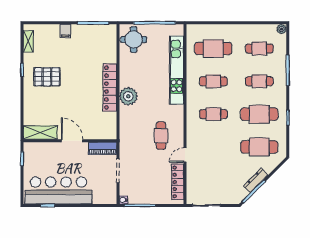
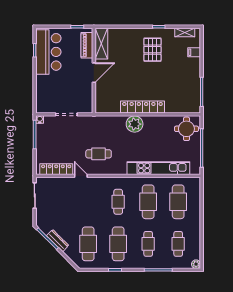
filing cabinet: (65, 31) -> (194, 52), moved
cafe table: (213, 81) -> (148, 202), width x1.37, depth x1.35
piano: (102, 148) -> (87, 45), moved
bar counter: (58, 190) -> (48, 52), width x0.73

